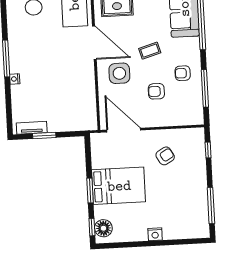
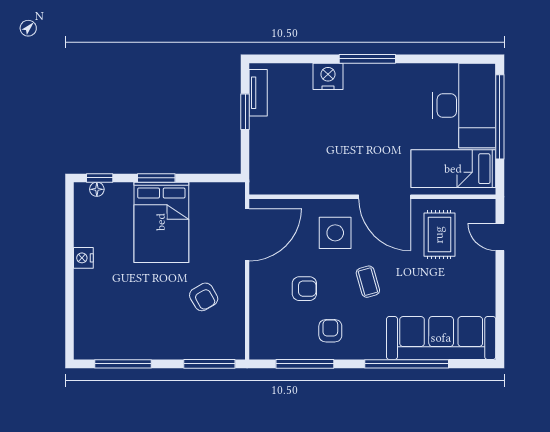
door: (94, 43) -> (385, 197), hinge flipped
nightstand: (15, 79) -> (328, 76), width x1.89, depth x1.79
armchair: (156, 91) -> (304, 289), turned 90
window: (208, 150) -> (209, 364), width x2.17
floor lamp: (103, 228) -> (97, 189), width x0.53, depth x0.53
nightstand: (155, 234) -> (83, 258), moved

